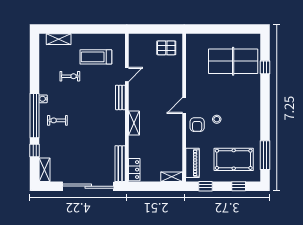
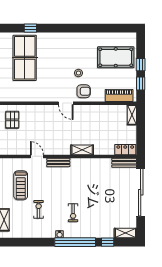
exercise bike: (57, 120) -> (73, 213), moved
window: (265, 155) -> (112, 28), removed
pool table: (234, 159) -> (116, 57), turned 90
bench: (120, 164) -> (124, 163), width x0.73
window: (239, 186) -> (141, 65), moved

